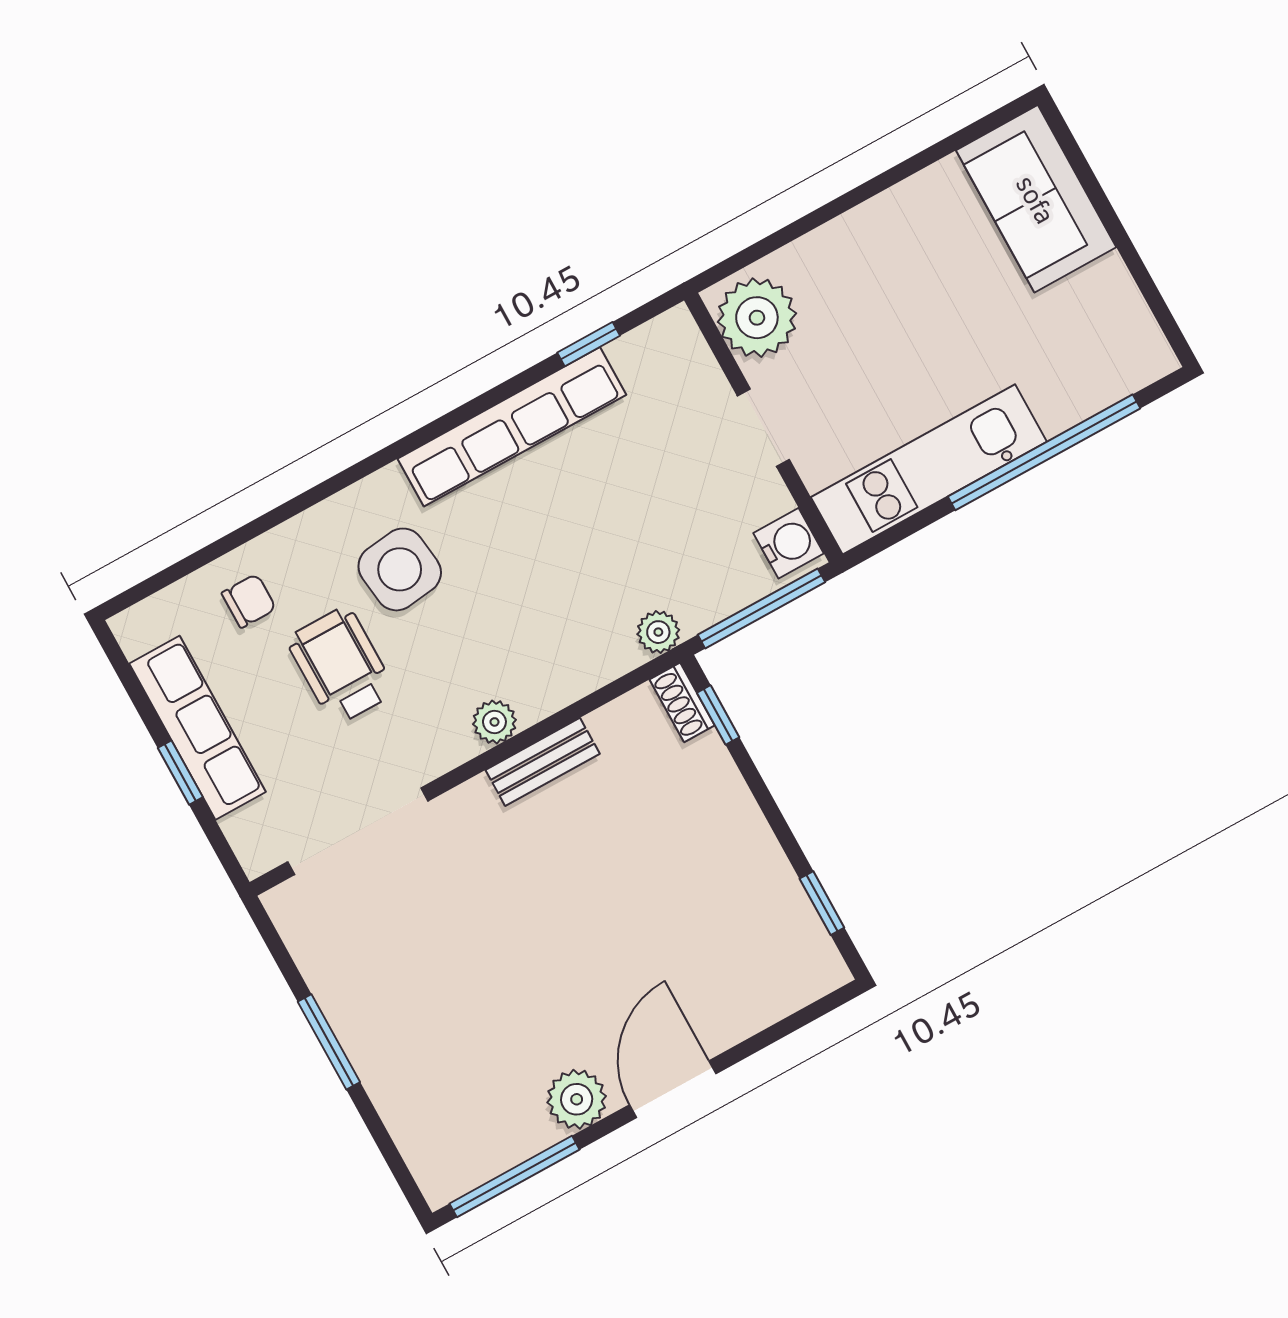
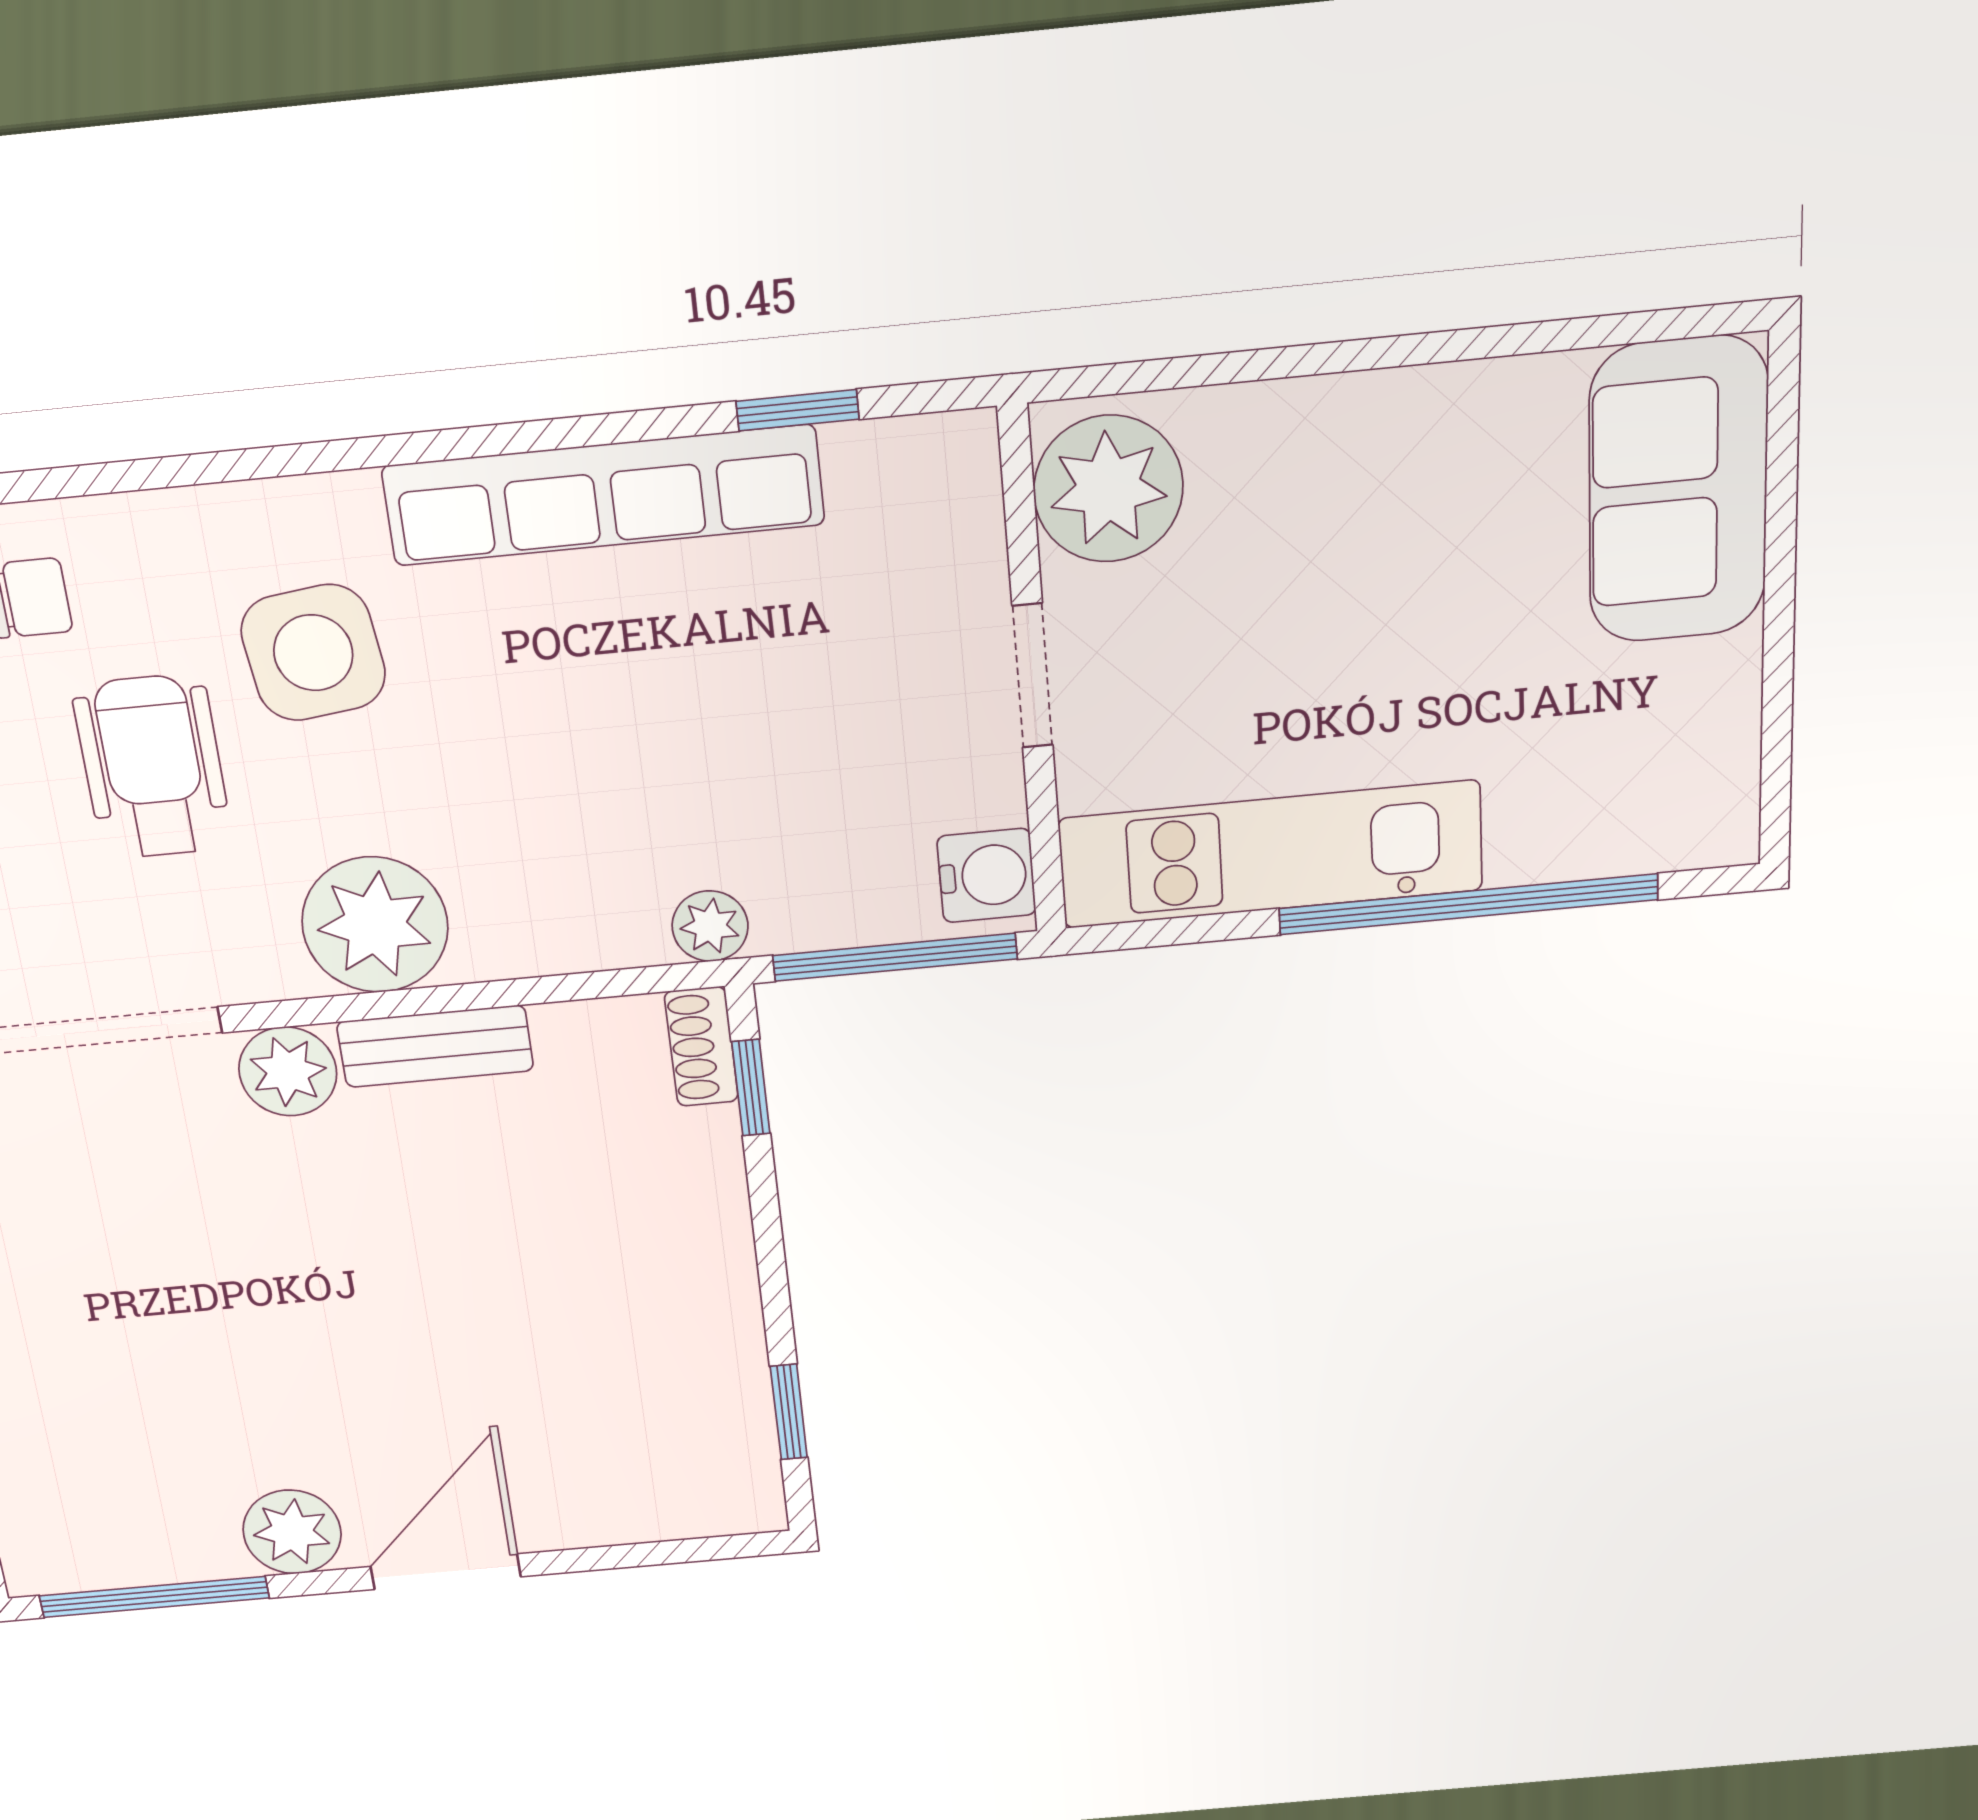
plant: (494, 722) -> (375, 925), width x1.87, depth x1.87
plant: (471, 810) -> (288, 1071), added

